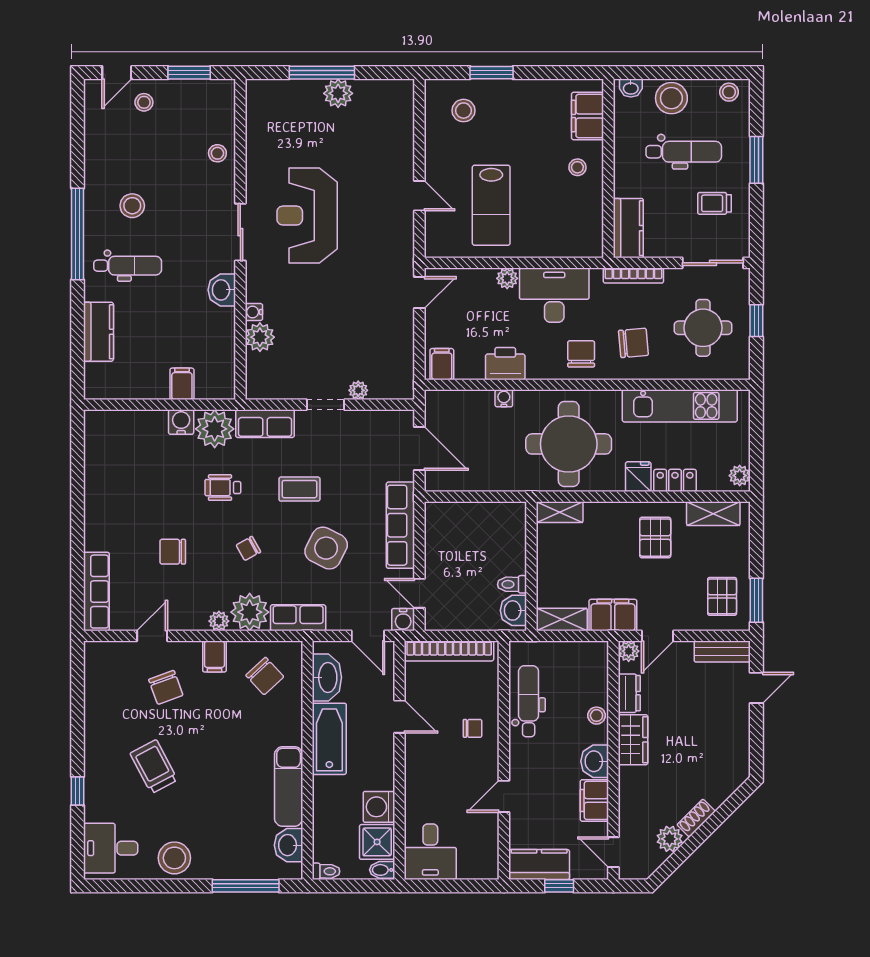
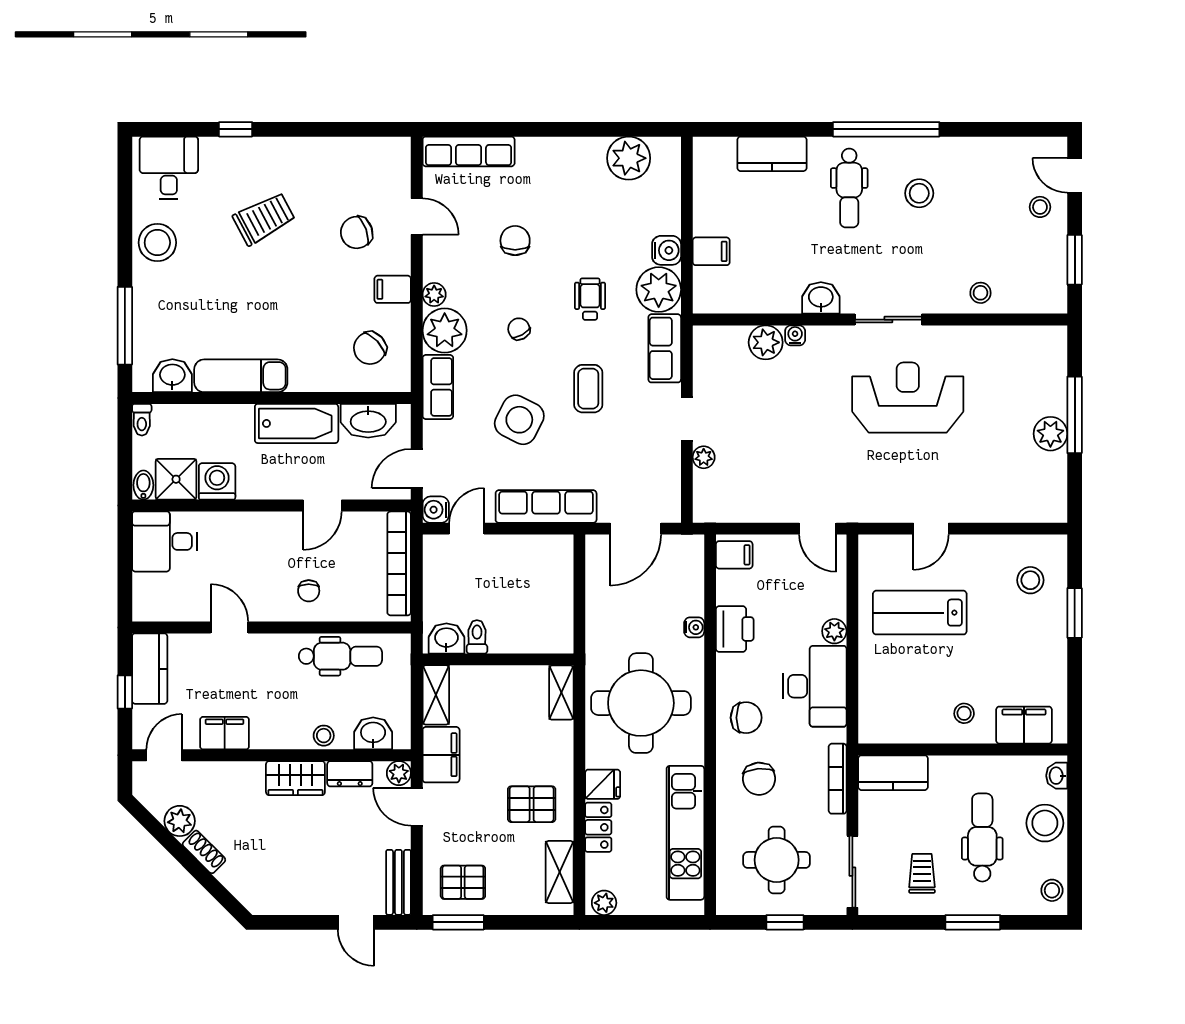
dental chair: (684, 152) -> (982, 837), turned 180
plant: (102, 454) -> (629, 158), added
washbasin: (595, 761) -> (373, 733), moved

